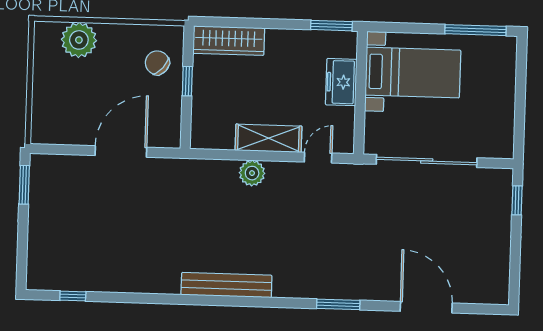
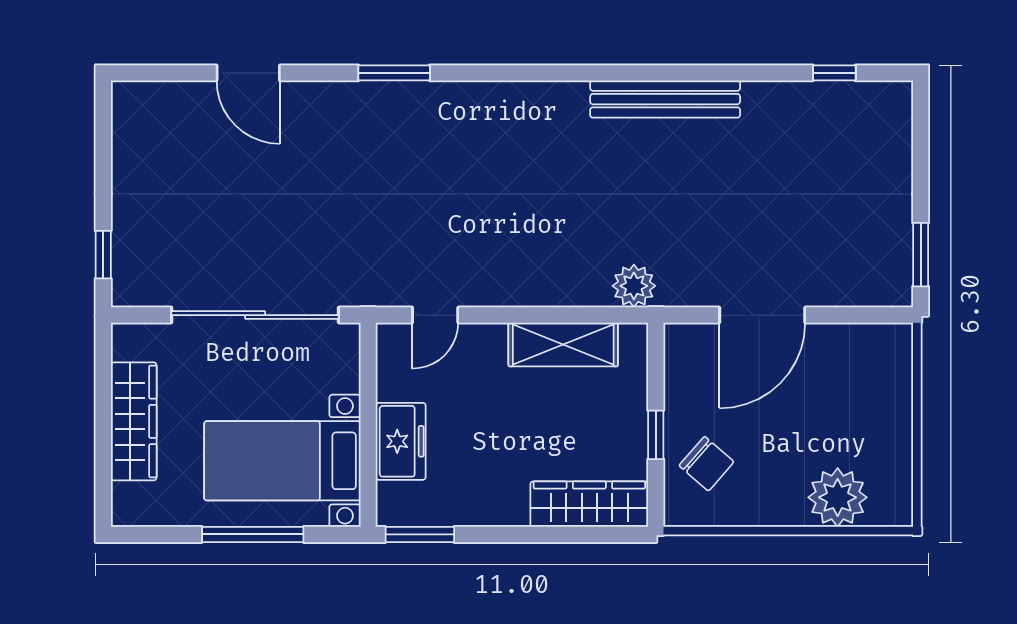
window: (476, 30) -> (253, 534), moved
wardrobe: (502, 99) -> (134, 421), added
shelving: (268, 138) -> (563, 345), moved
plant: (252, 173) -> (634, 286), moved
bench: (226, 285) -> (665, 99), moved
door: (426, 307) -> (248, 73), width x0.73

